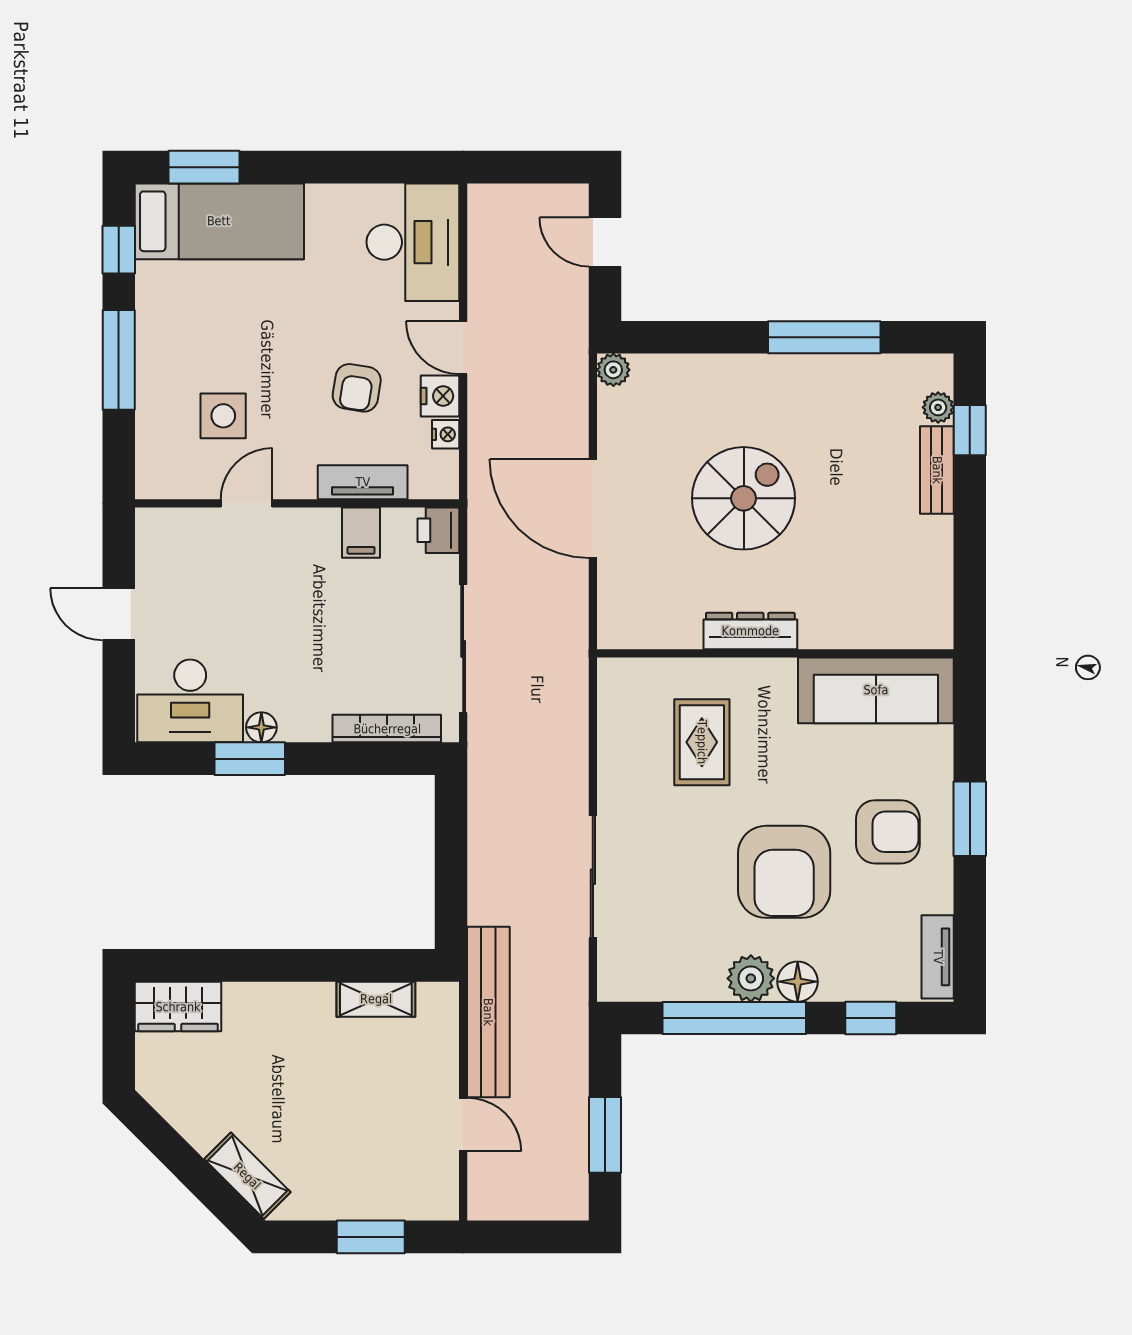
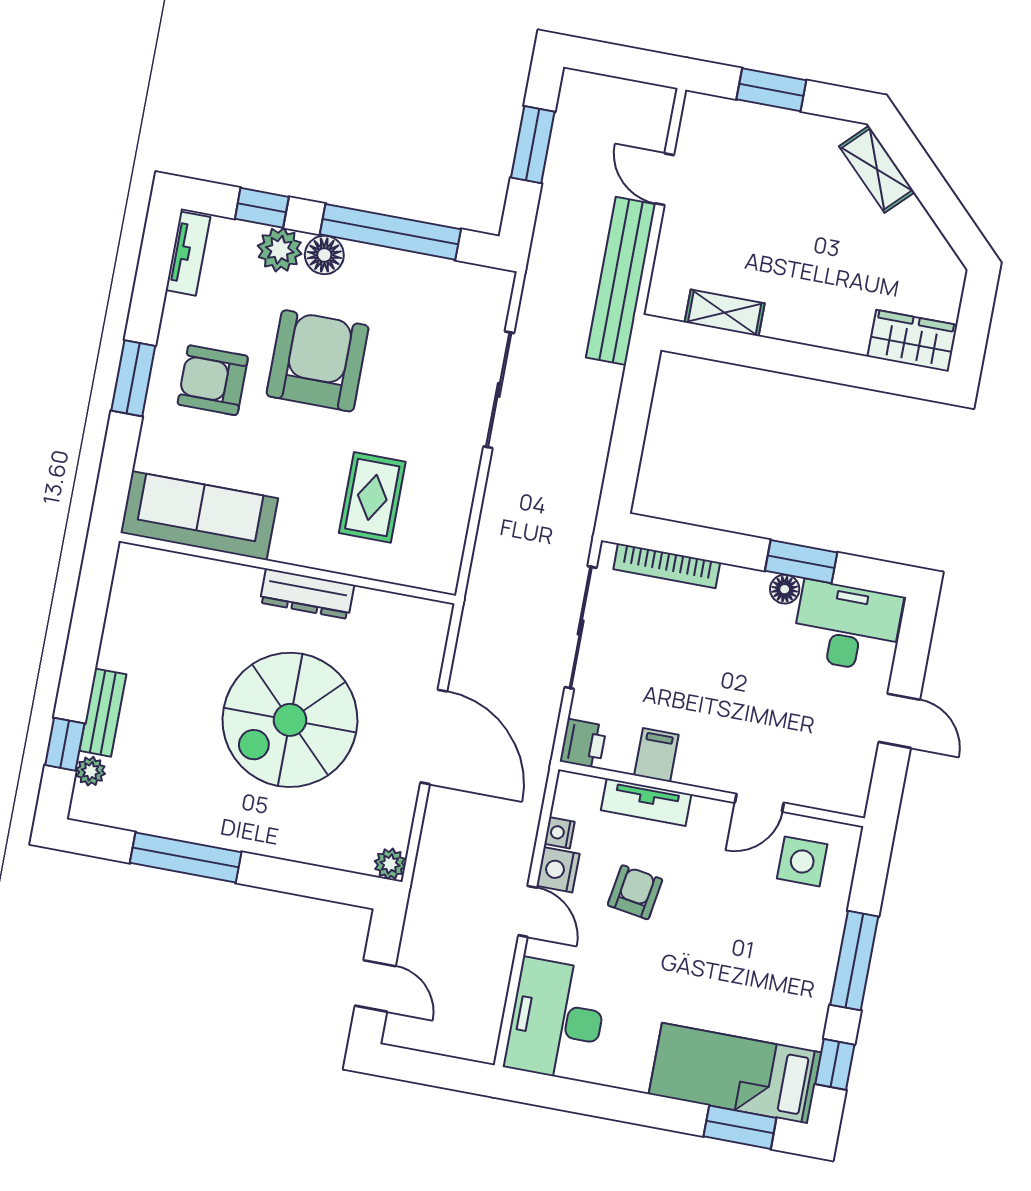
side table: (223, 416) -> (802, 861), moved
spiral stairs: (744, 498) -> (290, 720), width x1.37, depth x1.37
plant: (751, 978) -> (280, 250), moved

